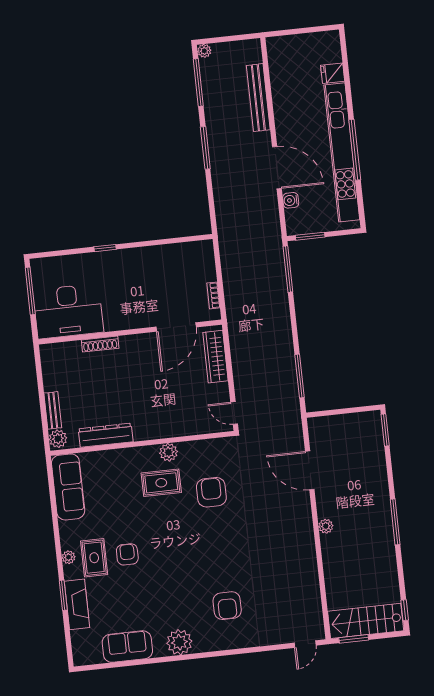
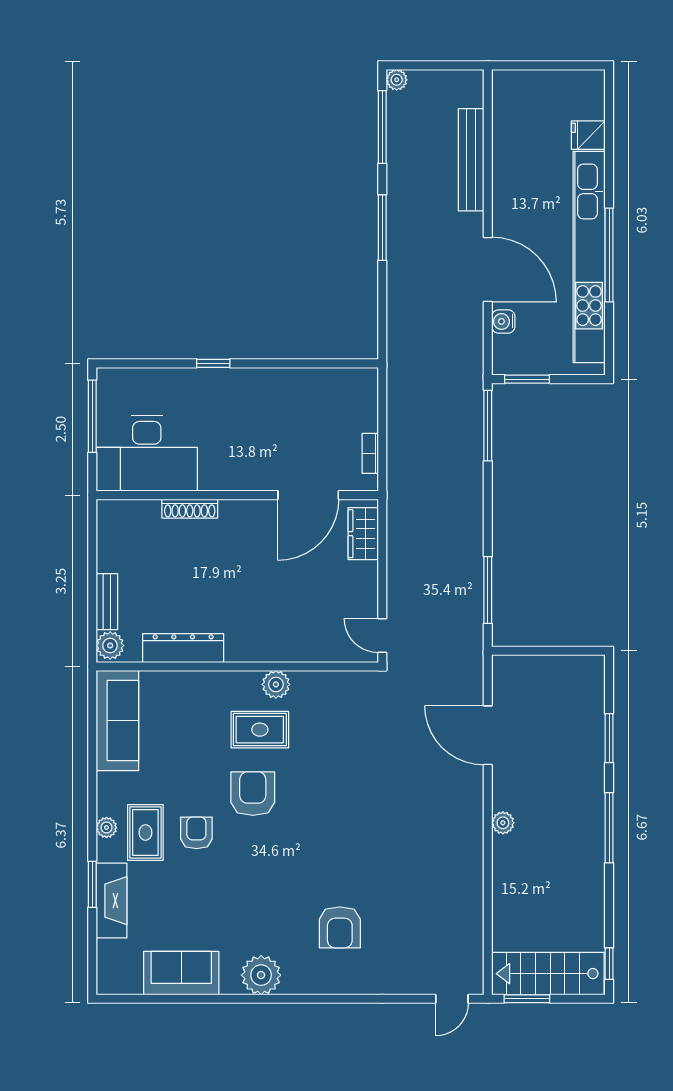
wardrobe: (216, 357) -> (363, 534), width x0.67
window: (385, 430) -> (609, 738), moved
armchair: (211, 492) -> (253, 794), moved

